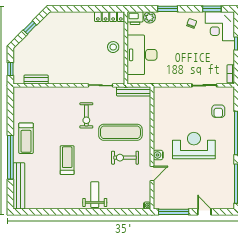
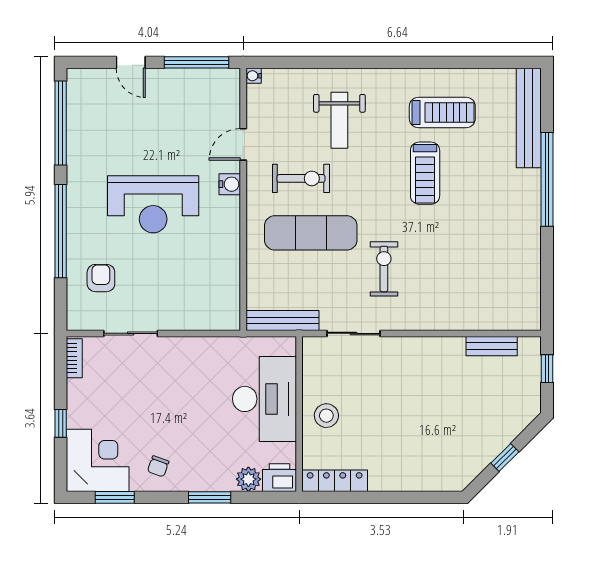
treadmill: (26, 138) -> (442, 112), moved, turned 90
weight bench: (95, 195) -> (339, 120), moved

